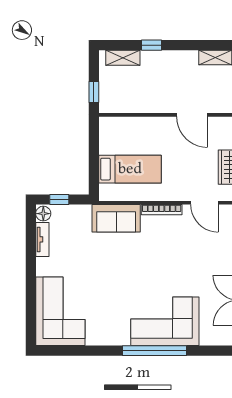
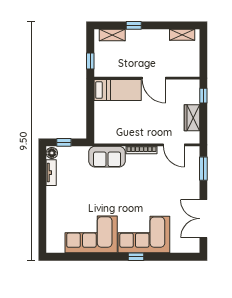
door: (192, 115) -> (154, 78), moved
bed: (130, 169) -> (118, 90), moved
corner sofa: (60, 311) -> (91, 234), moved, turned -90
window: (154, 351) -> (136, 257), width x0.32

